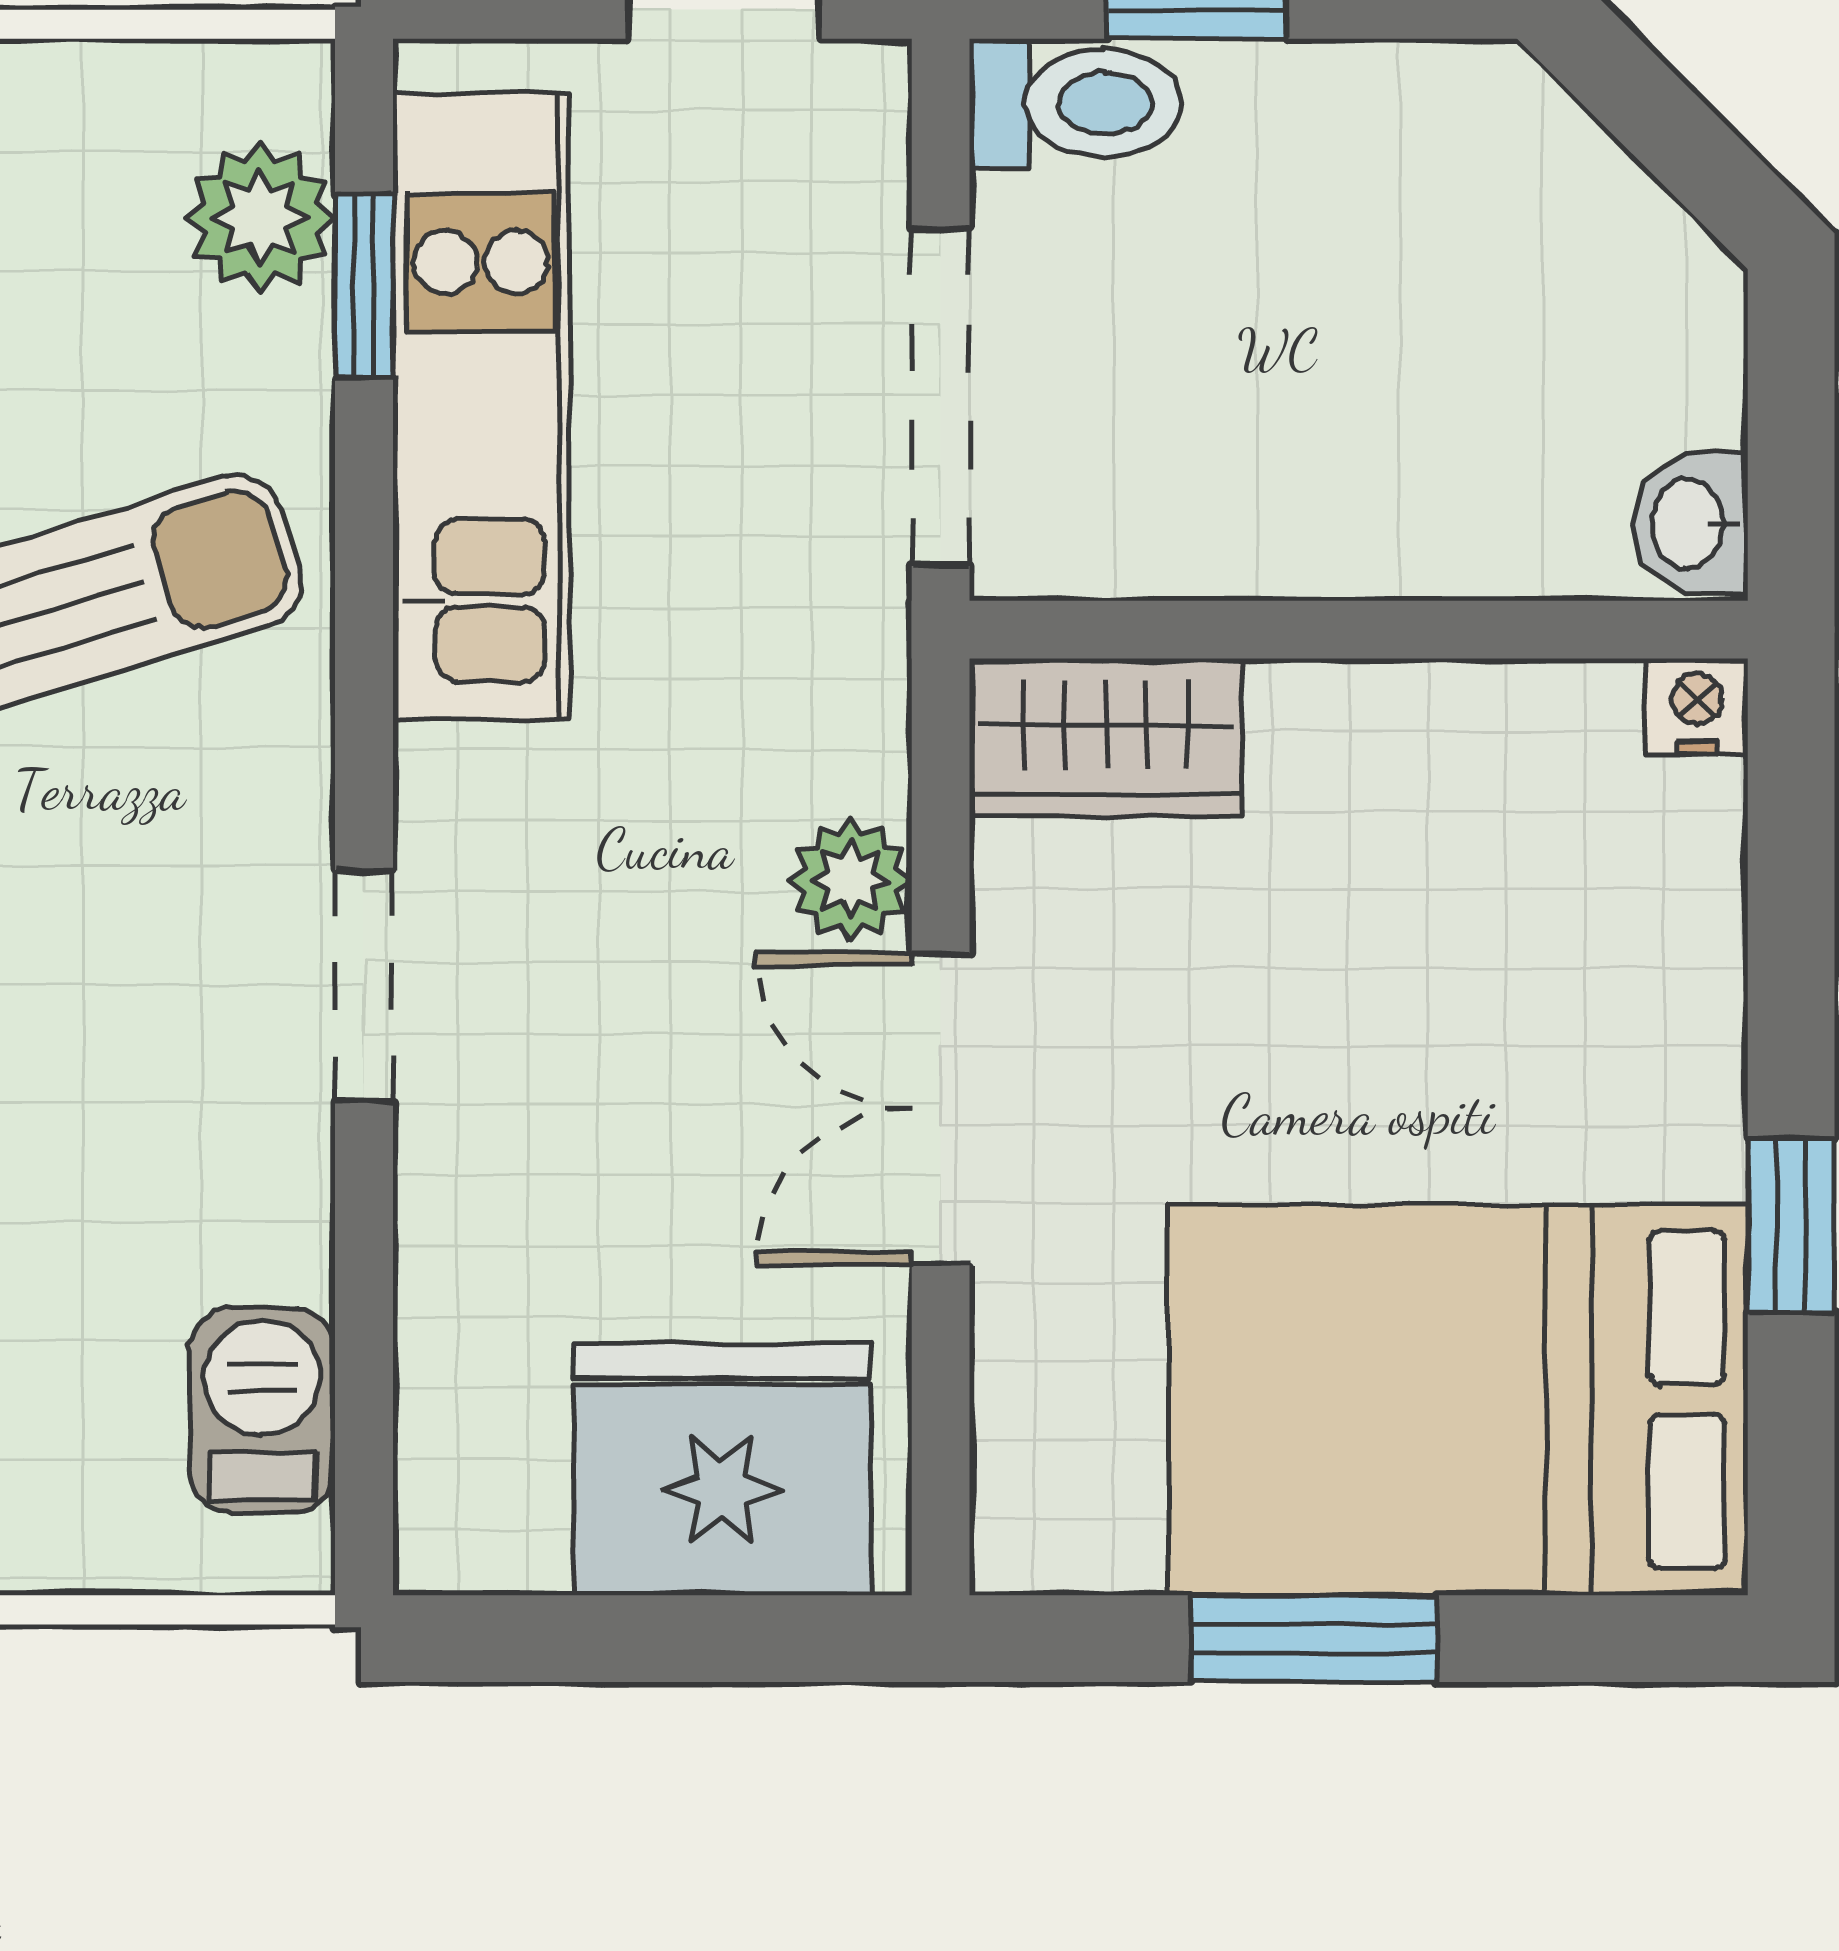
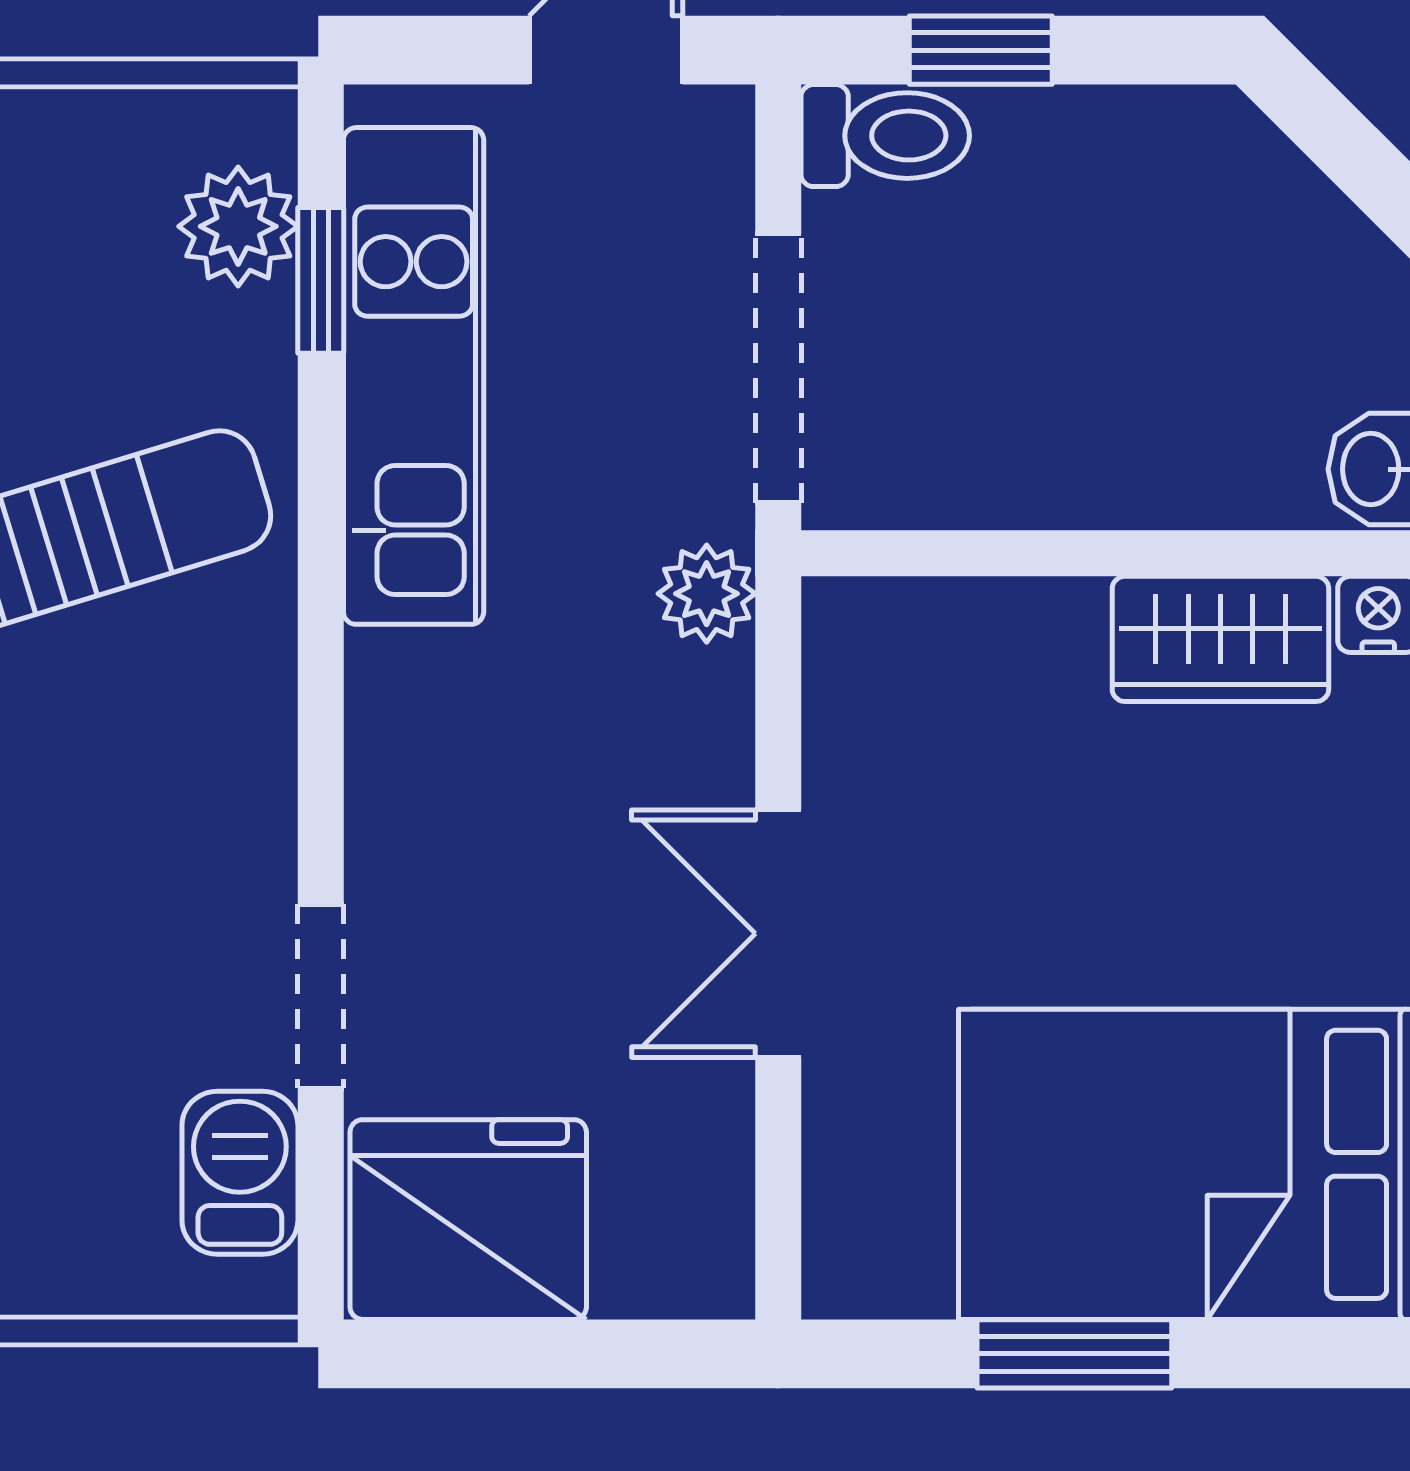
wardrobe: (1106, 738) -> (1220, 639), moved
plant: (850, 880) -> (707, 594), moved
doorway: (364, 986) -> (321, 996), moved
fridge: (722, 1469) -> (468, 1220), moved

